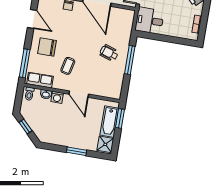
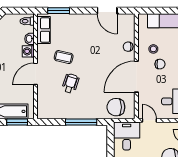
door: (32, 19) -> (107, 11), hinge flipped
chair: (47, 47) -> (116, 107), moved, turned -90
wheelchair: (109, 53) -> (70, 83), moved
window: (25, 63) -> (59, 11), width x0.69

